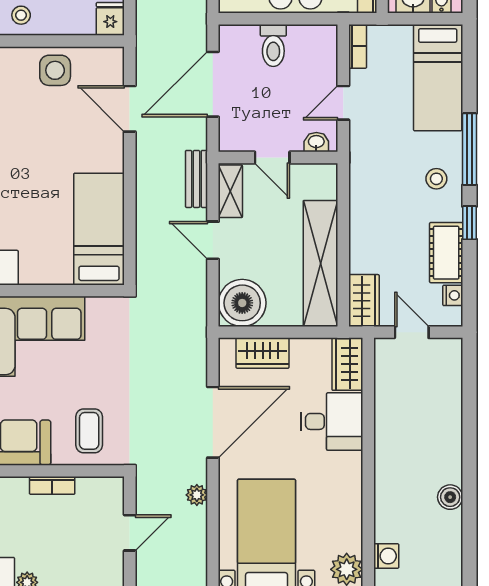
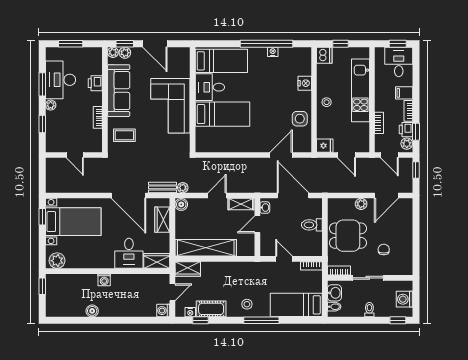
washbasin: (316, 142) -> (265, 208), moved
bench: (196, 179) -> (163, 187), moved
window: (469, 223) -> (200, 320), moved
bed: (99, 229) -> (223, 114), moved
boiler: (242, 303) -> (181, 204), width x0.54, depth x0.54
washing machine: (449, 351) -> (163, 311), added
plant: (197, 495) -> (183, 188), moved
washing machine: (386, 556) -> (104, 280), moved

